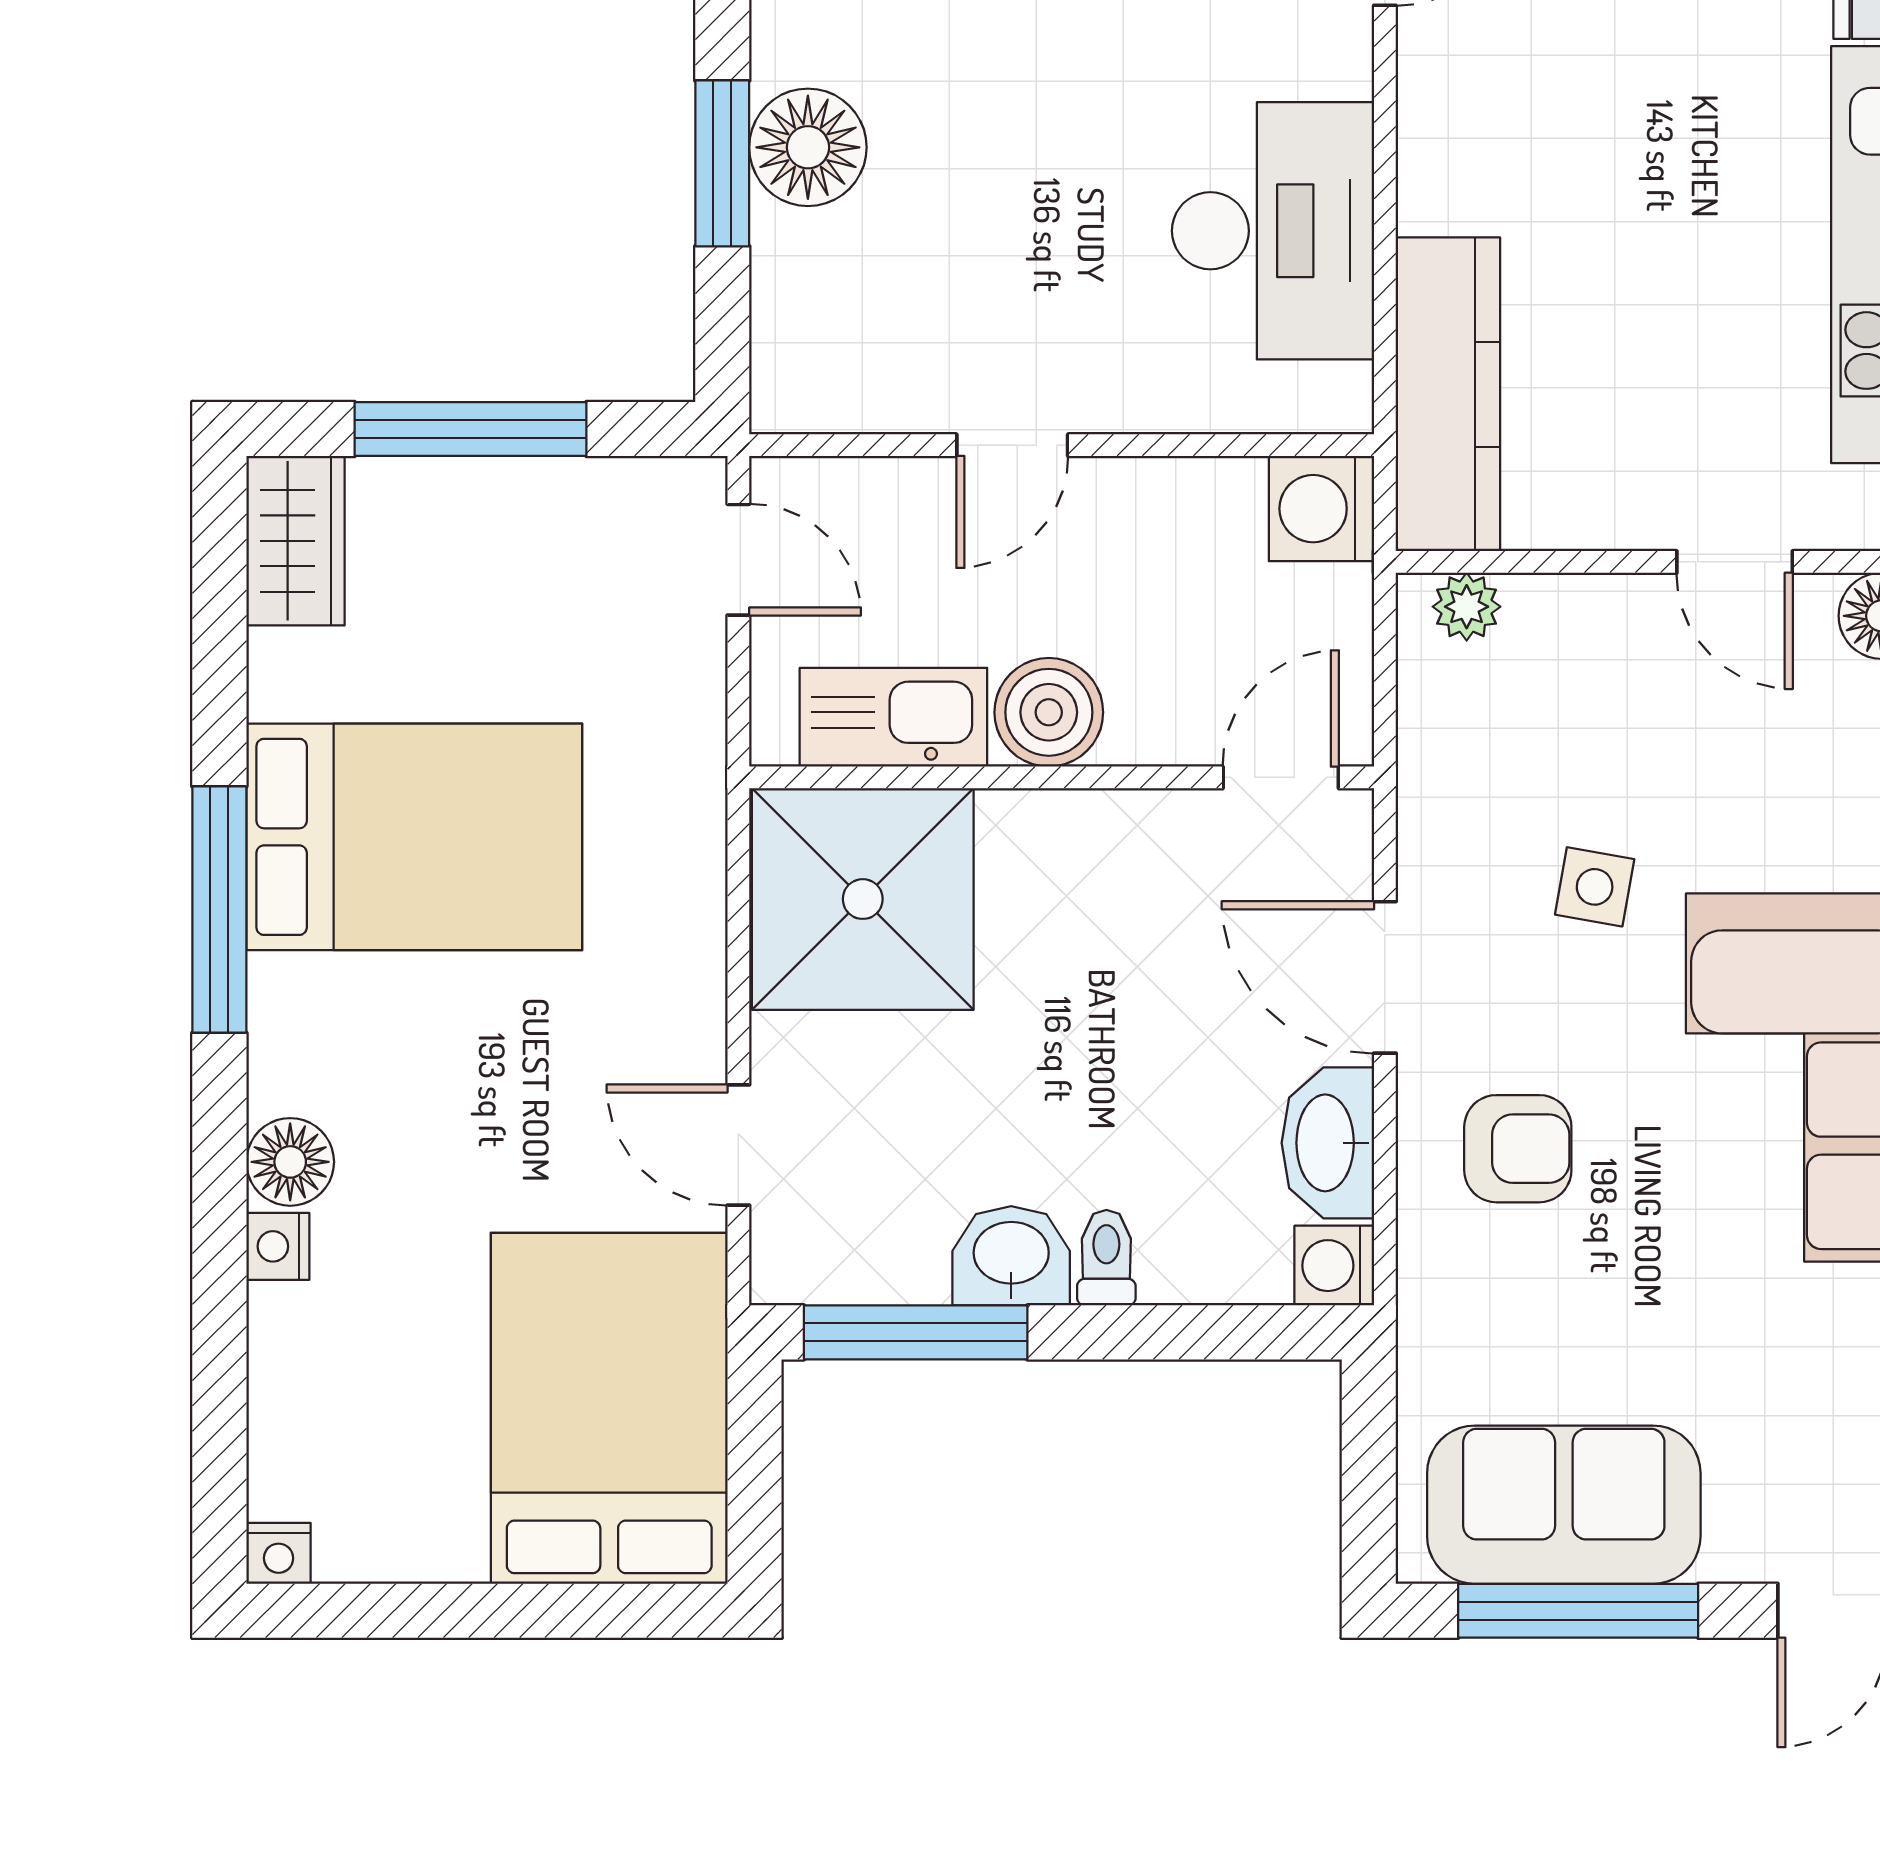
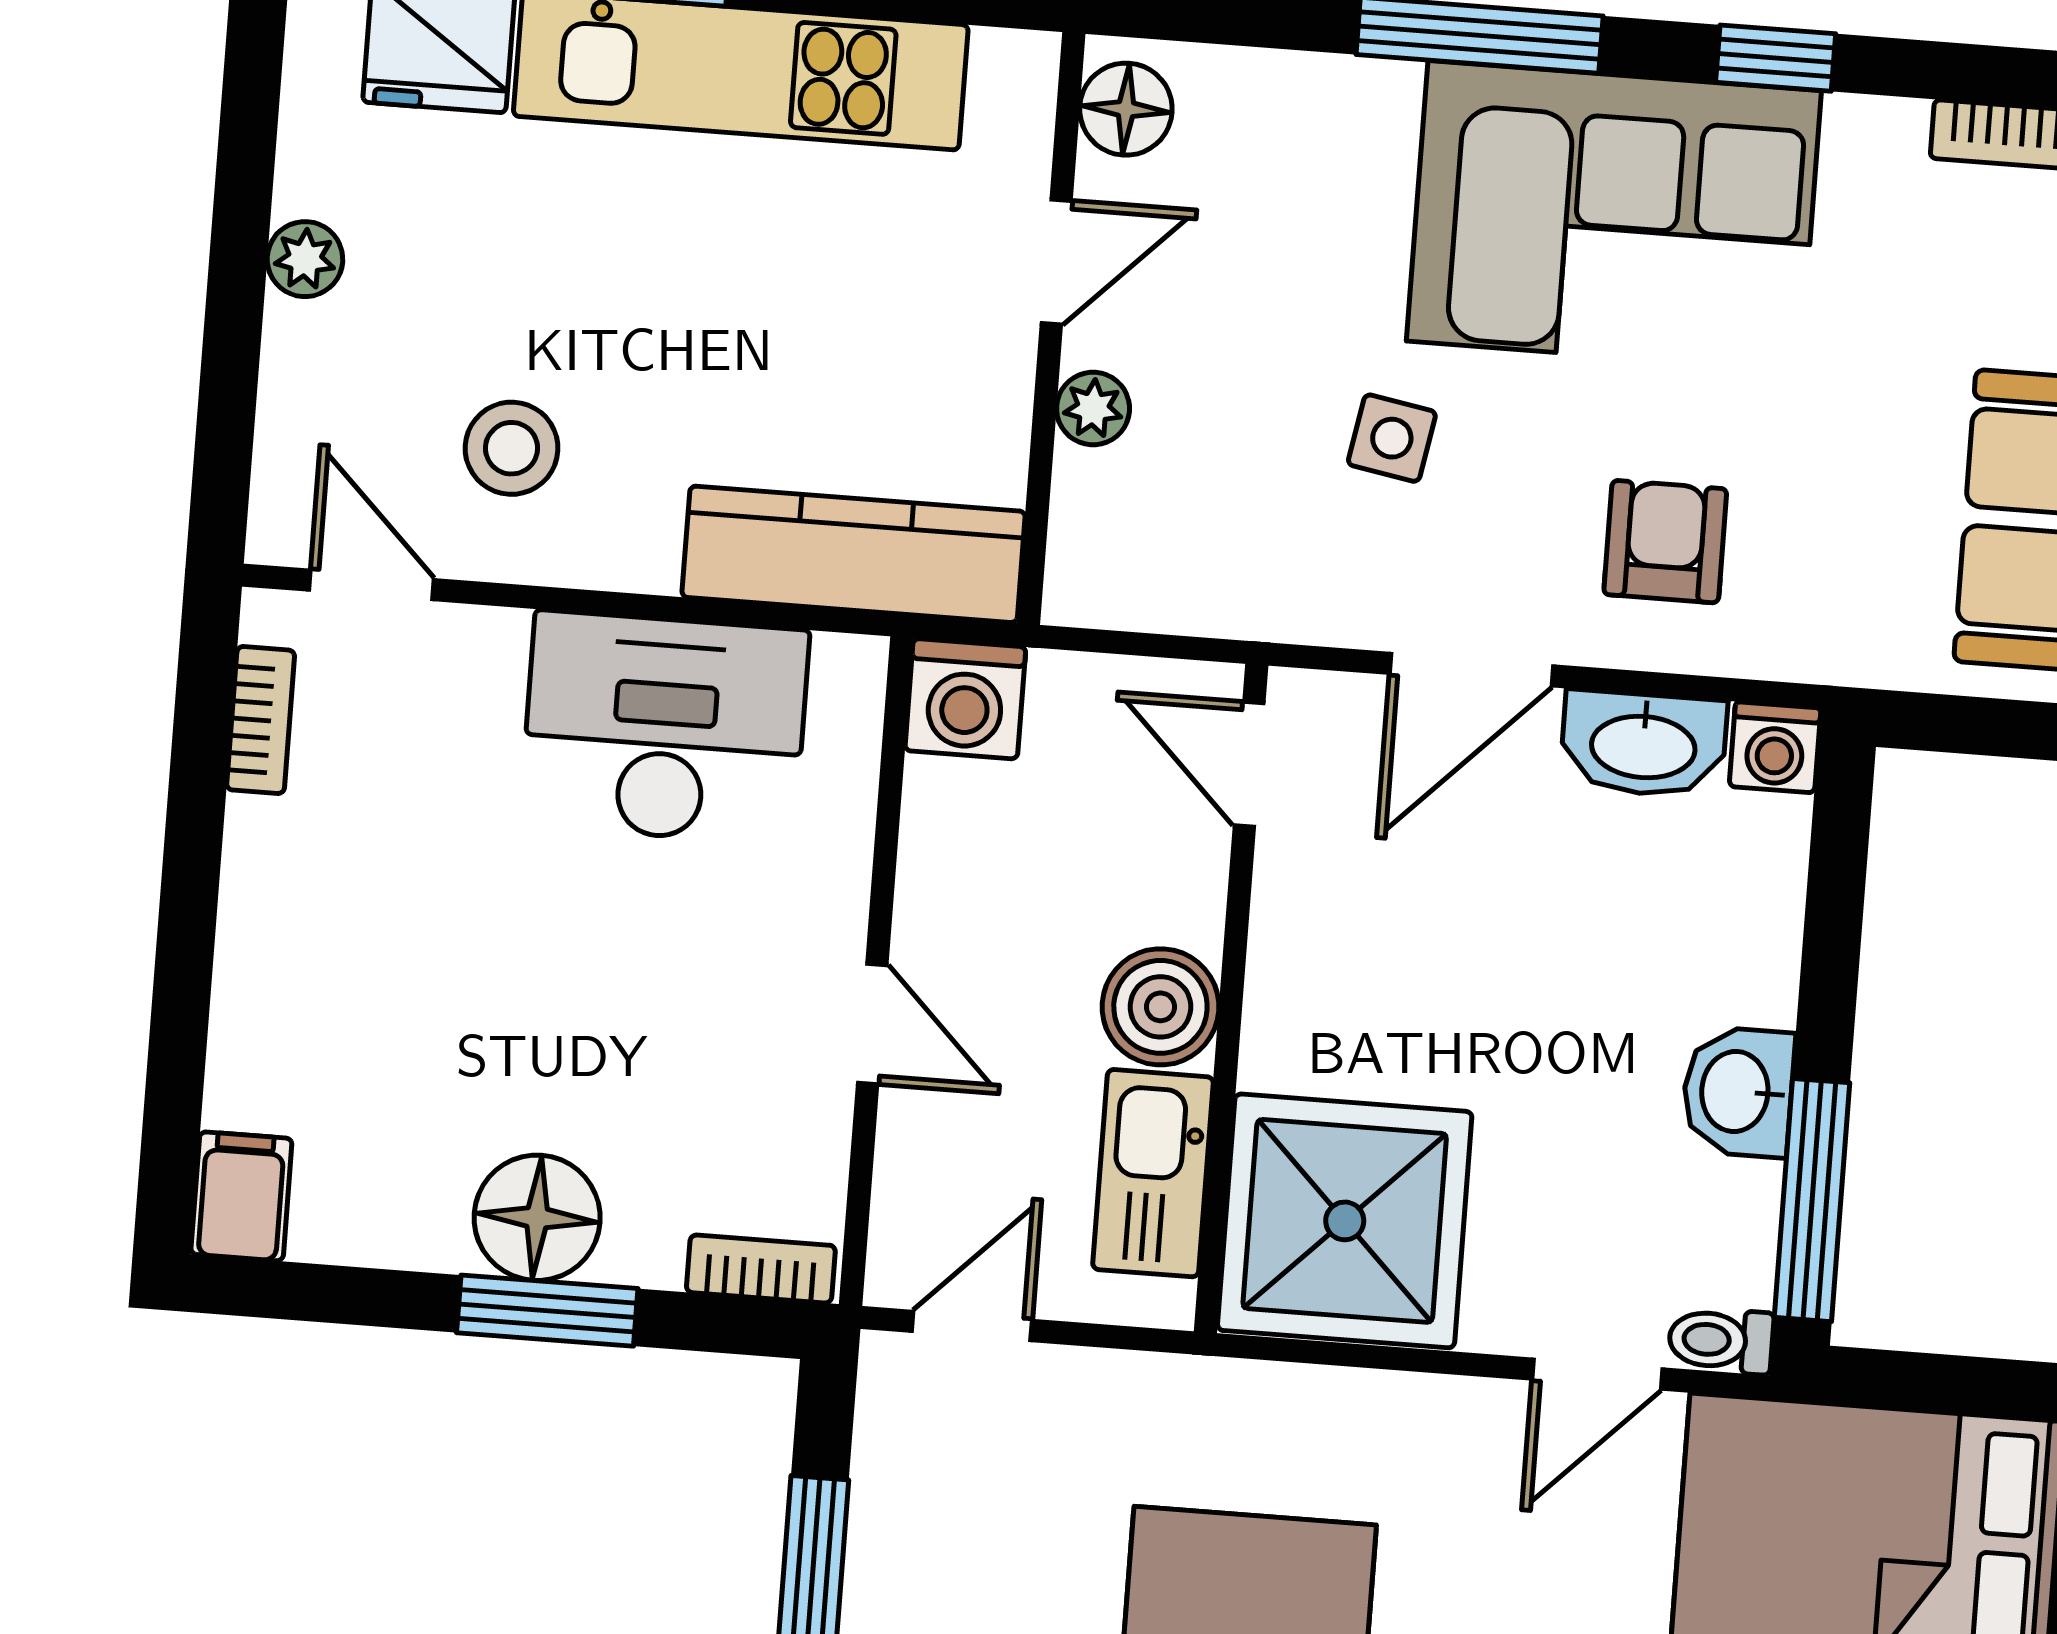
stool: (1522, 68) -> (512, 448), added
bookcase: (776, 359) -> (761, 1269), added
plant: (1467, 607) -> (1093, 409), moved
toilet: (1106, 1258) -> (1721, 1340), moved

